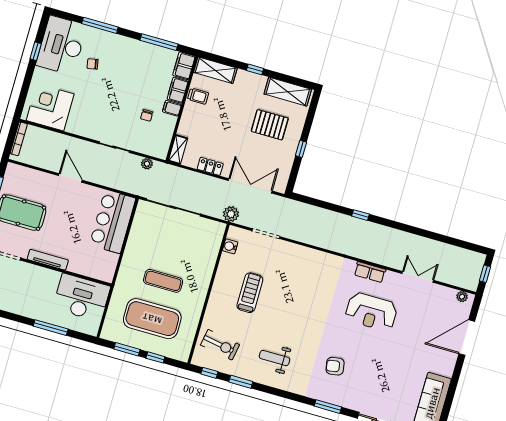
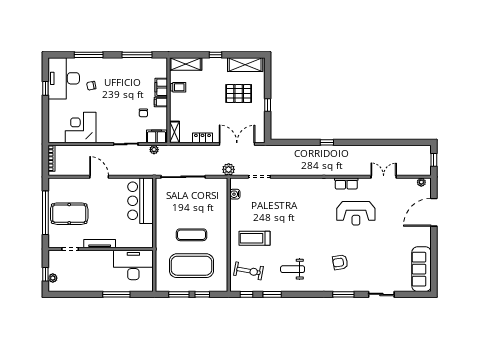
filing cabinet: (184, 66) -> (157, 136), moved, turned 90
corner desk: (50, 107) -> (81, 128), moved
treadmill: (250, 293) -> (255, 238), moved, turned -90

